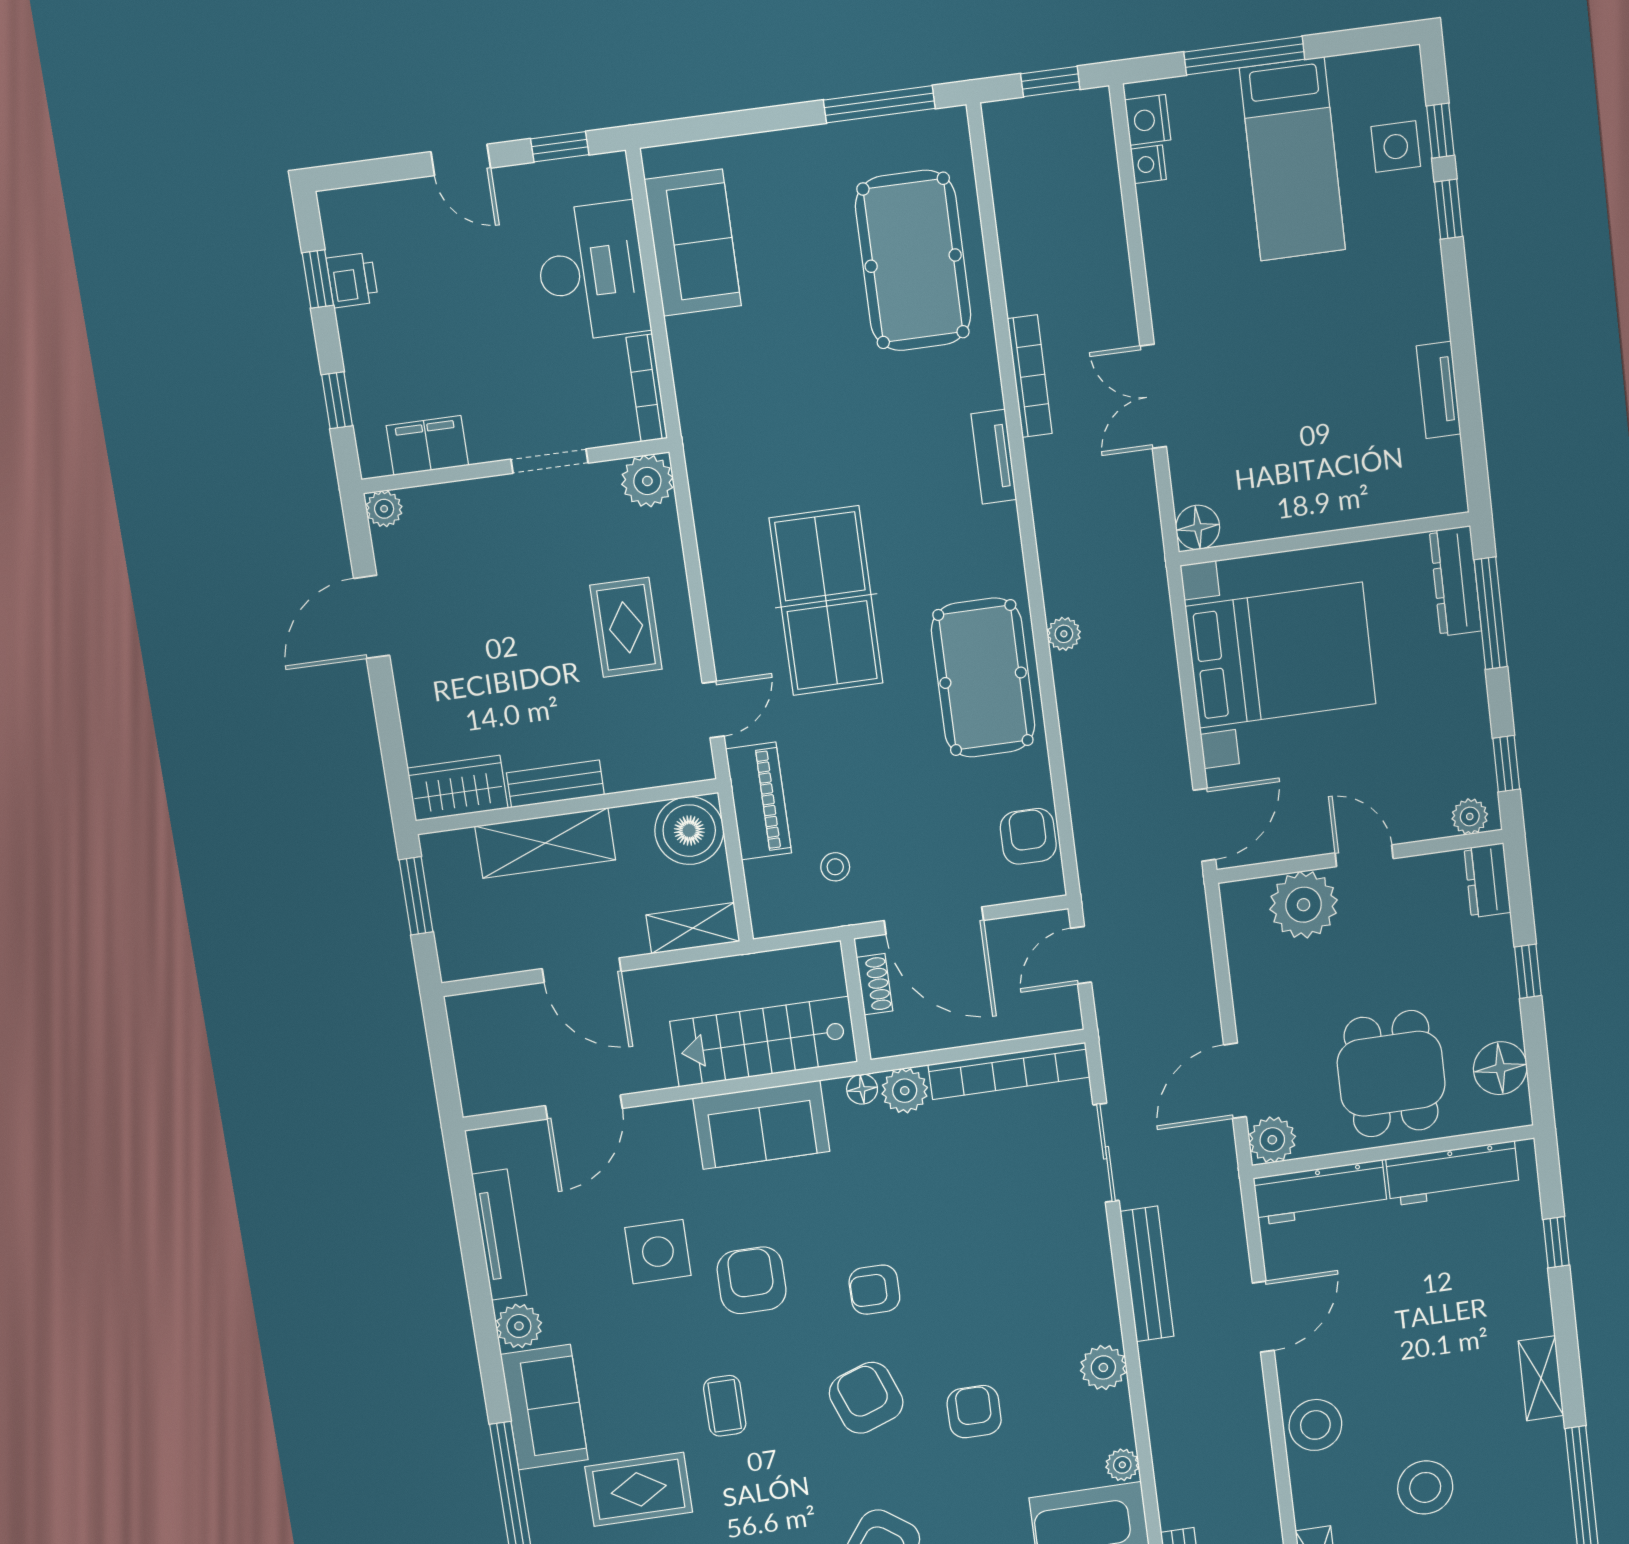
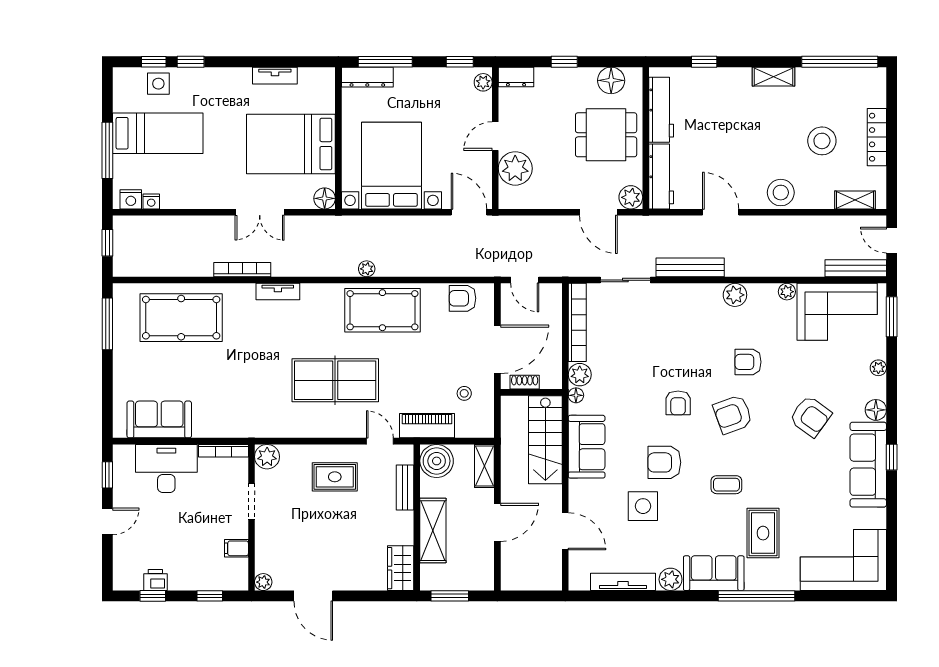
bed: (1301, 442) -> (291, 144), added
filing cabinet: (427, 445) -> (236, 548), width x0.50
bench: (555, 784) -> (405, 488), moved

